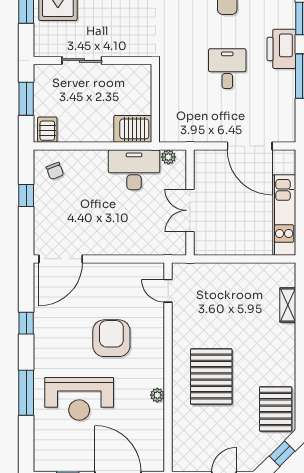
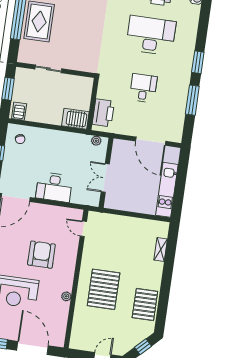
printer: (281, 49) -> (103, 113), moved, turned 180
desk: (134, 170) -> (54, 187), moved, turned 180
pallet: (276, 409) -> (145, 304), moved

